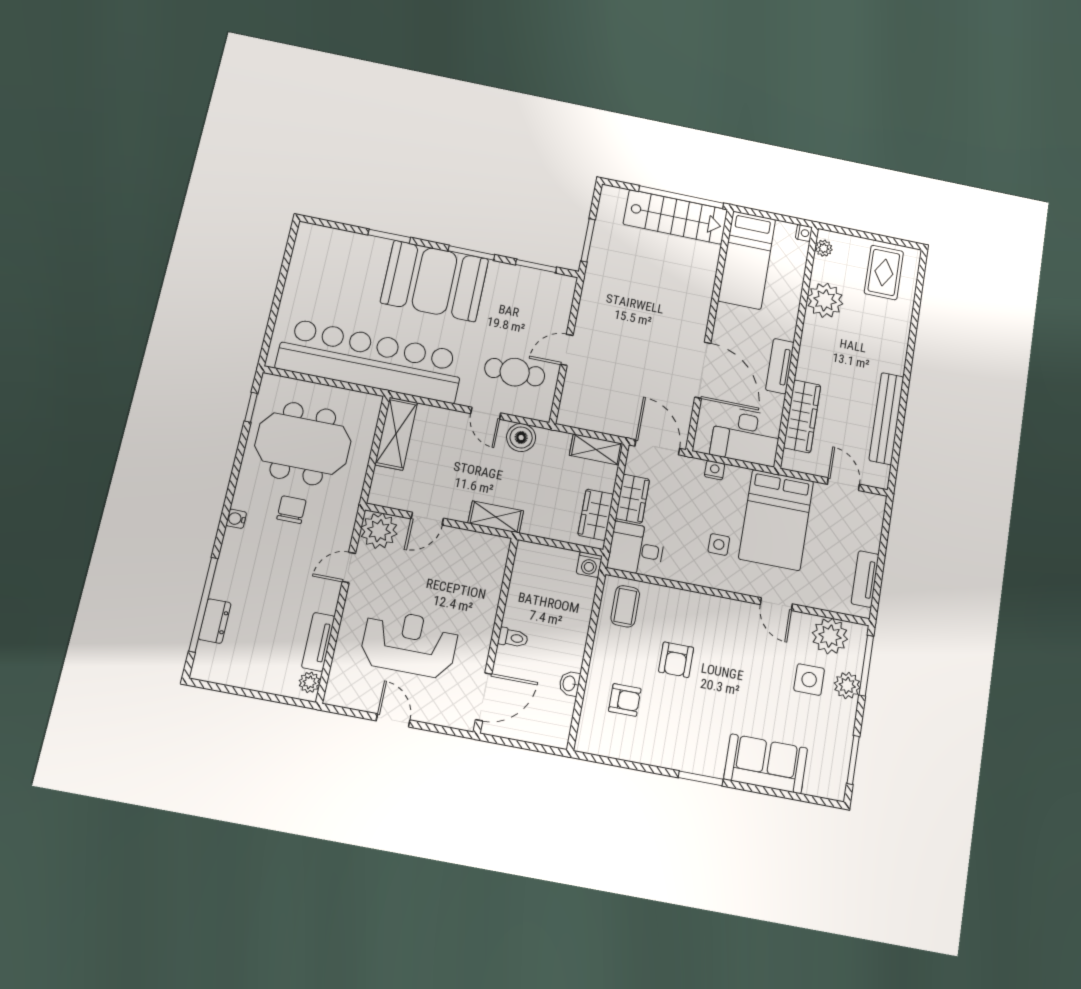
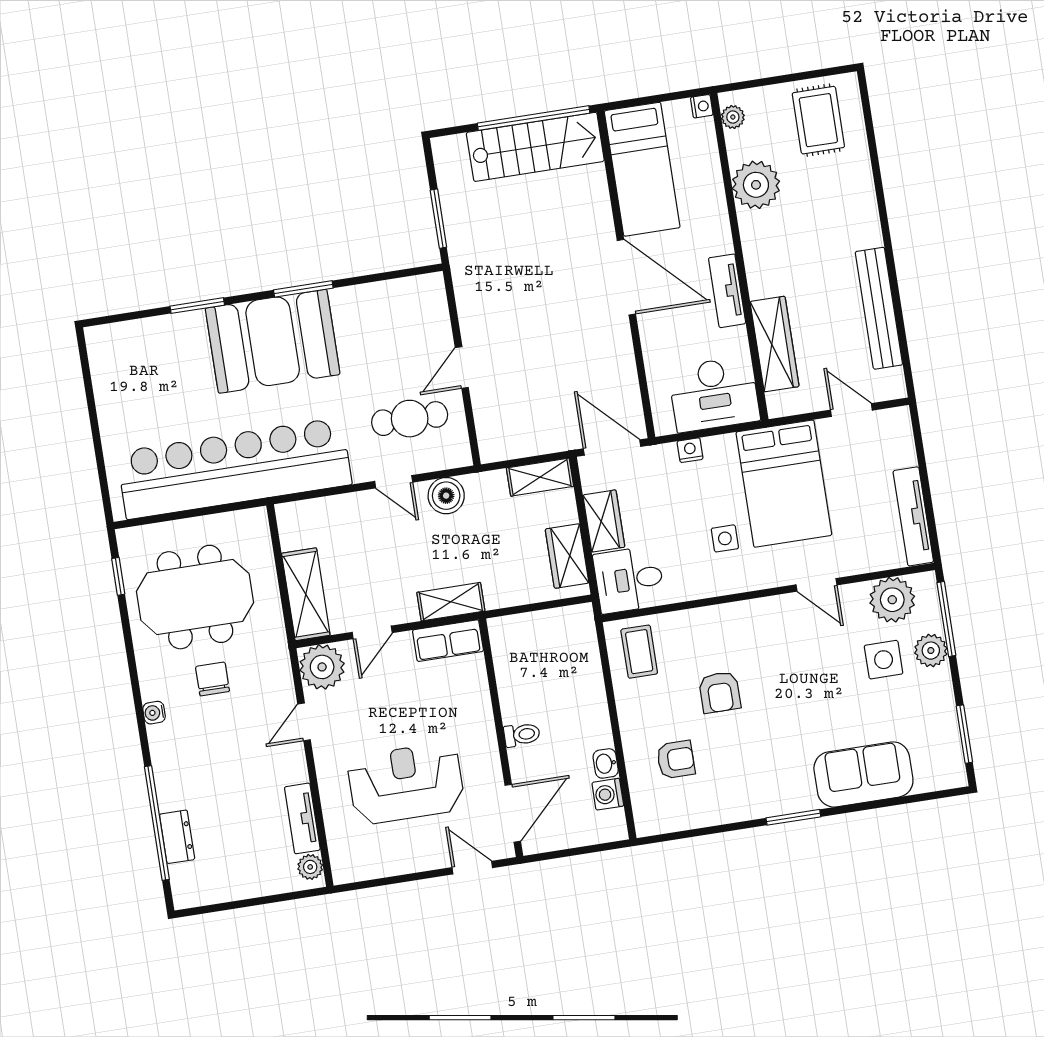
window: (536, 266) -> (387, 276), removed
door: (703, 370) -> (626, 277), moved
shelving: (396, 434) -> (306, 594), moved
row of seats: (483, 545) -> (448, 641), added
washing machine: (589, 565) -> (608, 794), moved, turned 90
tv unit: (865, 579) -> (913, 516), width x1.41
door: (393, 720) -> (472, 868), moved

